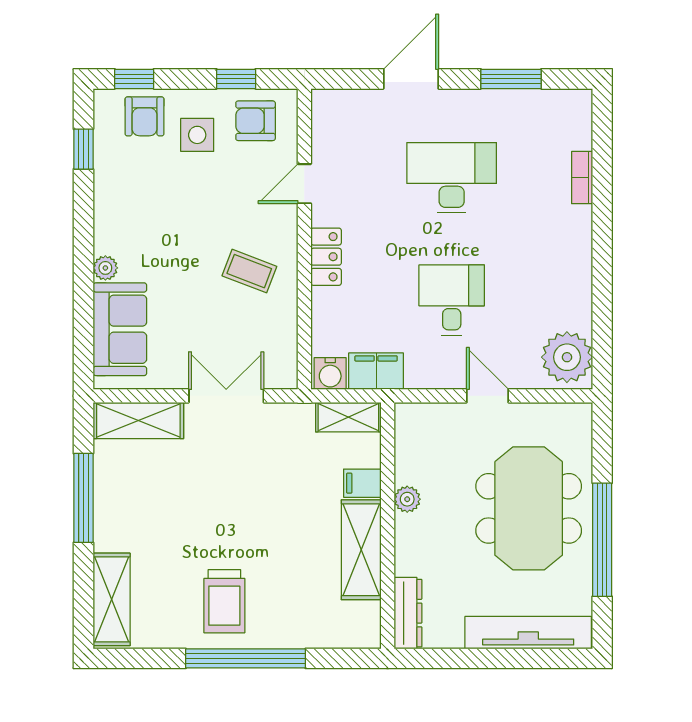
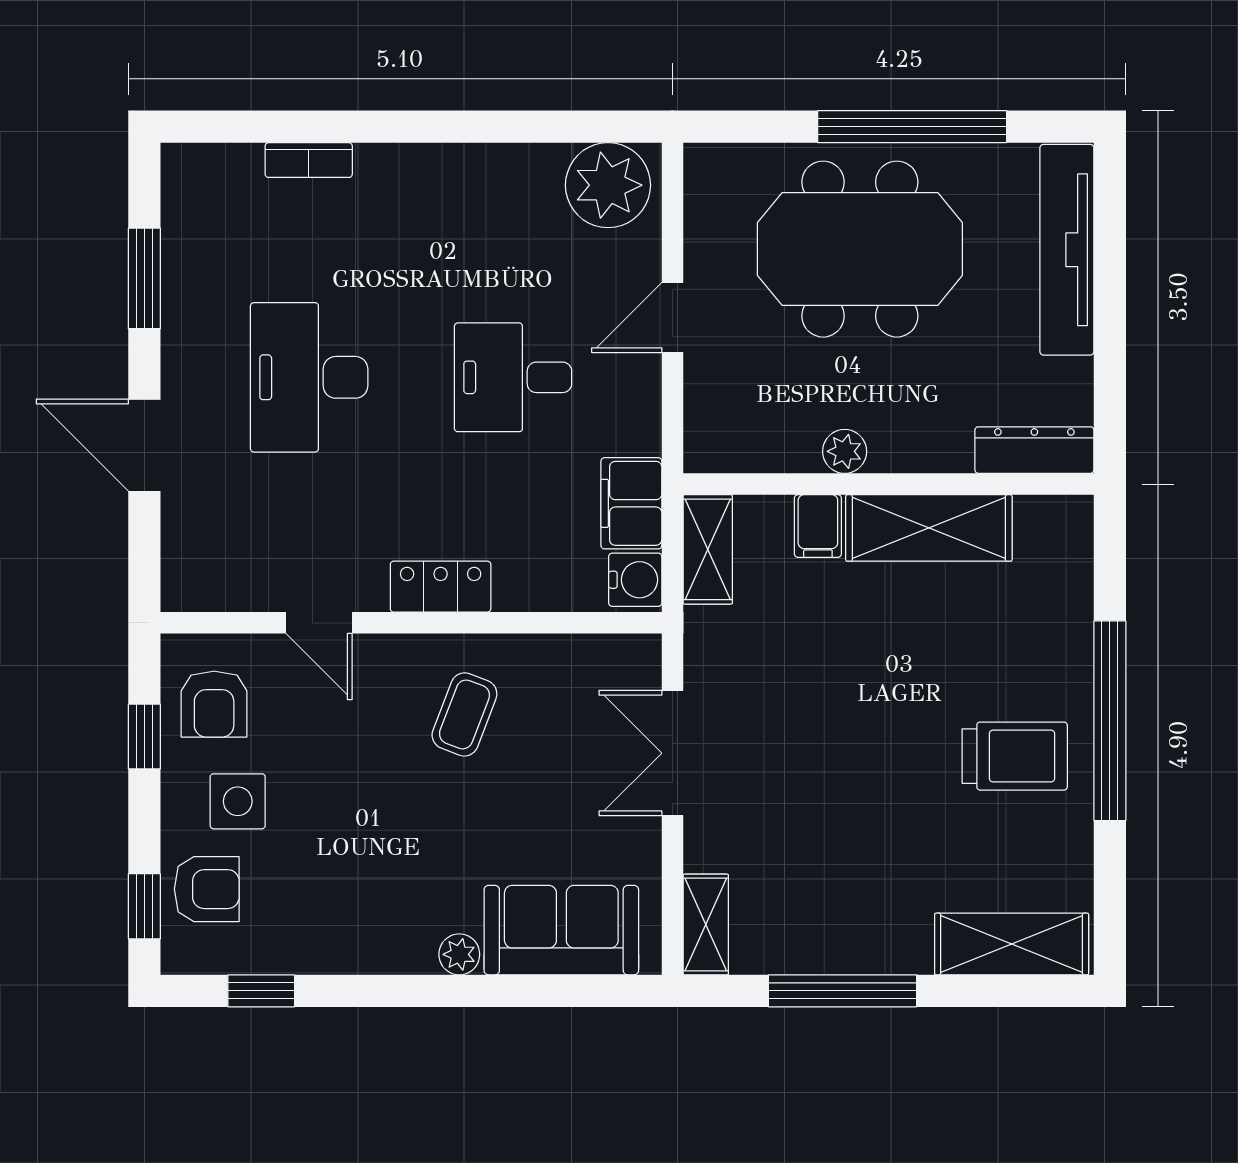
shelving: (138, 420) -> (706, 924), width x0.67, depth x0.75

